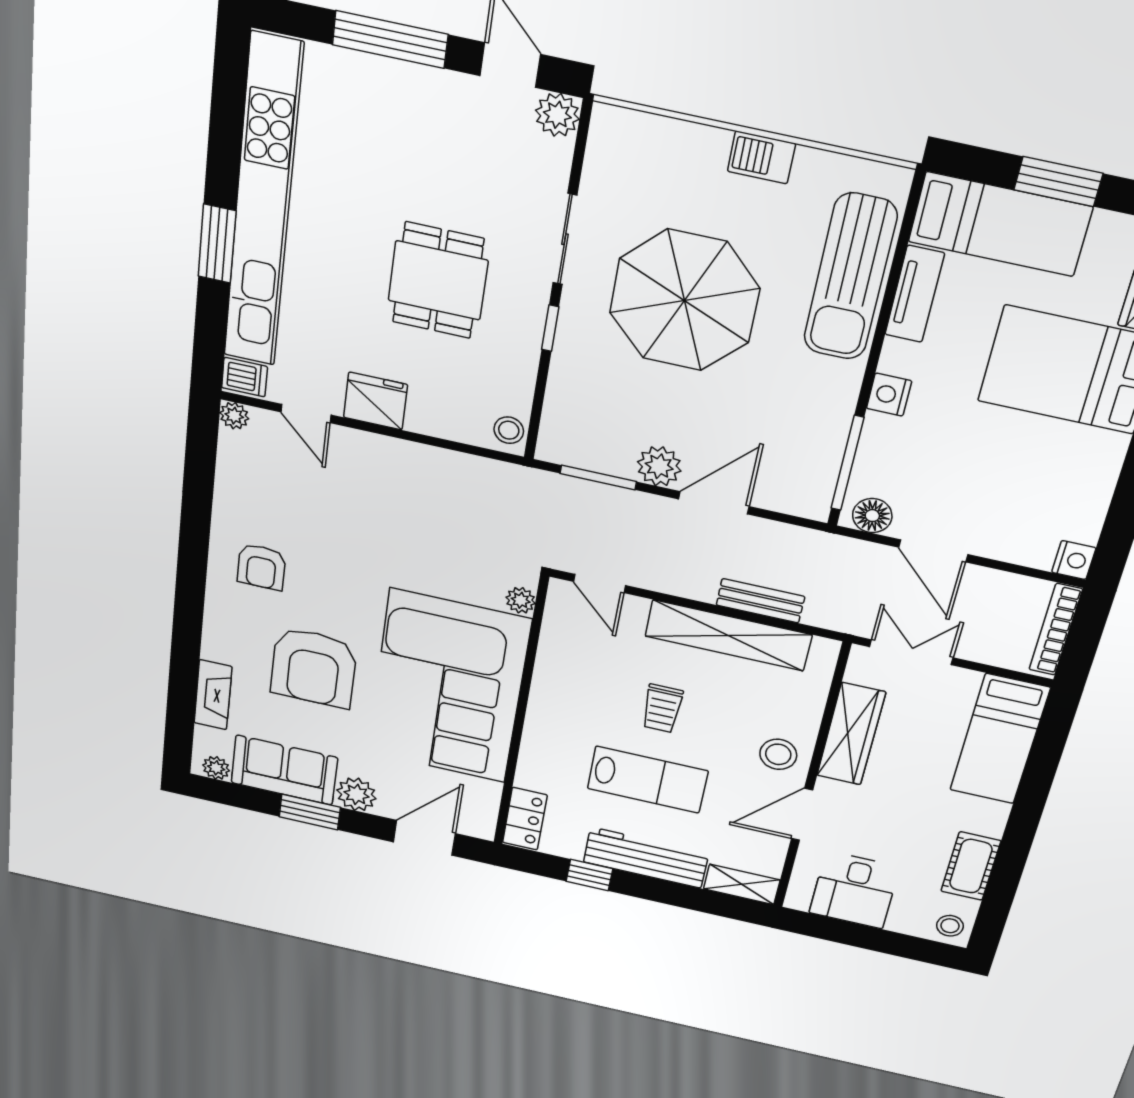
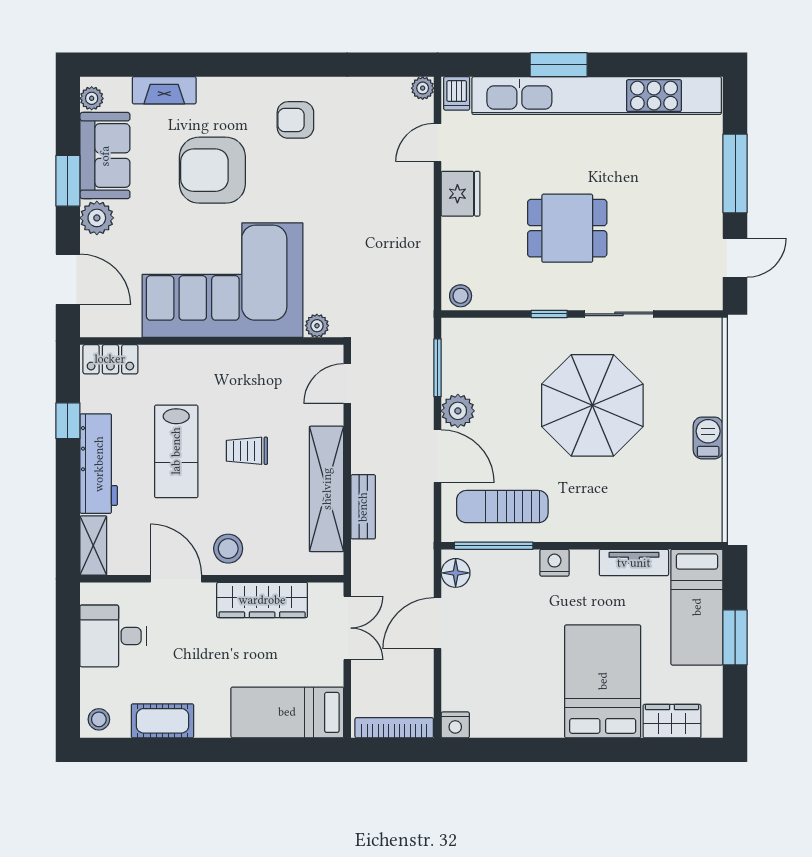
plant: (557, 115) -> (707, 295), removed
sun lounger: (850, 277) -> (502, 507), moved, width x0.73, depth x0.75

